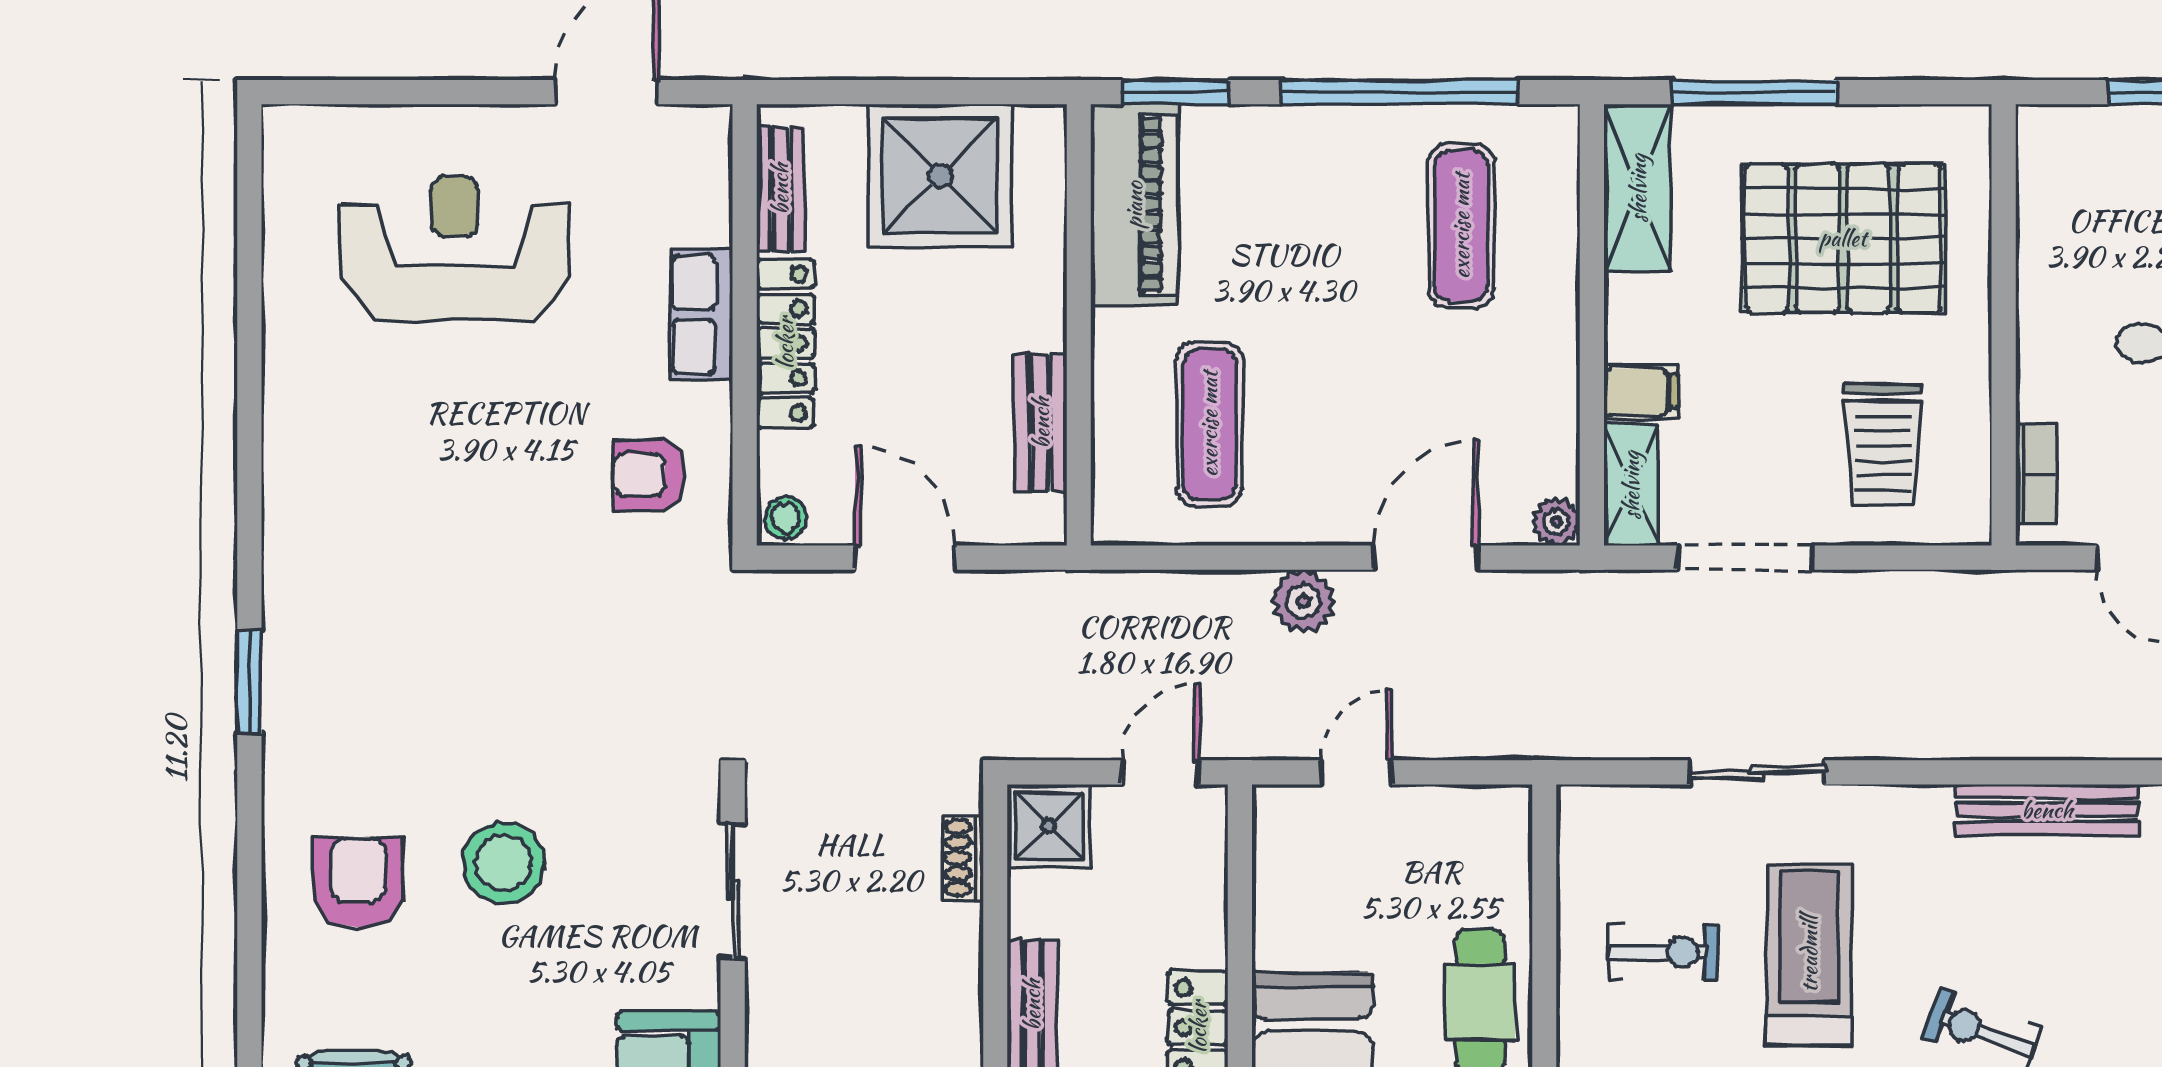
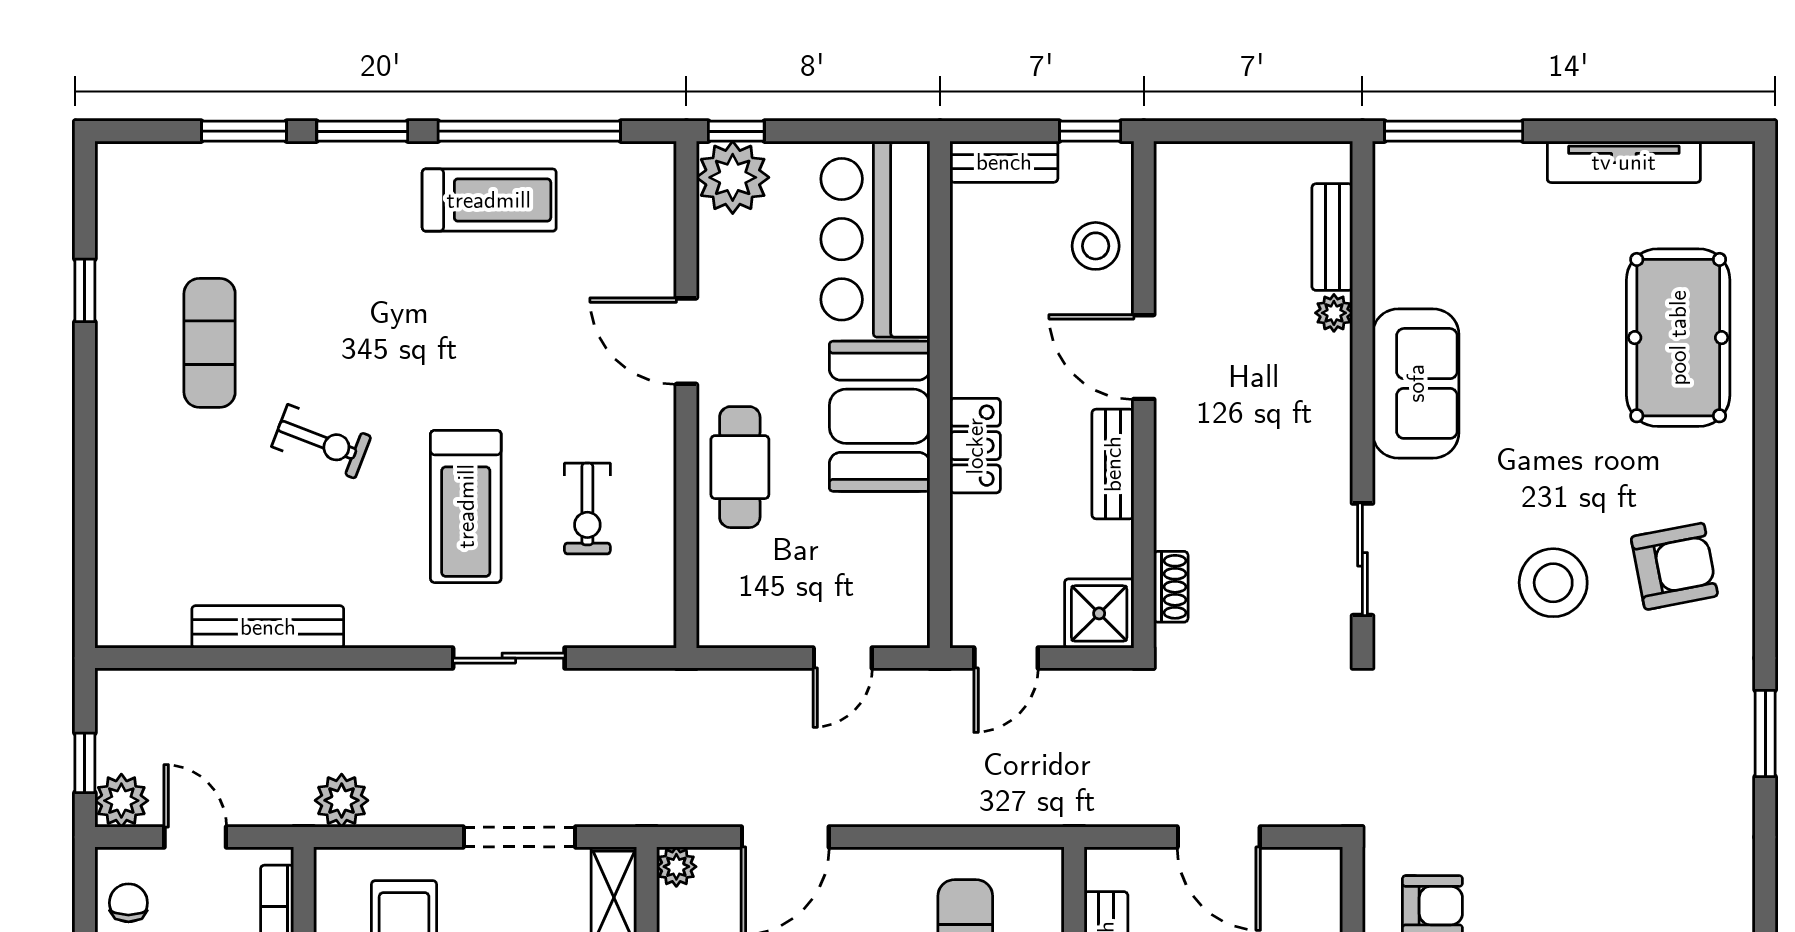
stool: (785, 518) -> (1319, 870), removed
plant: (1303, 601) -> (342, 800), moved
armchair: (358, 883) -> (1674, 566), turned -101
exercise bike: (1663, 952) -> (587, 509), turned -90

